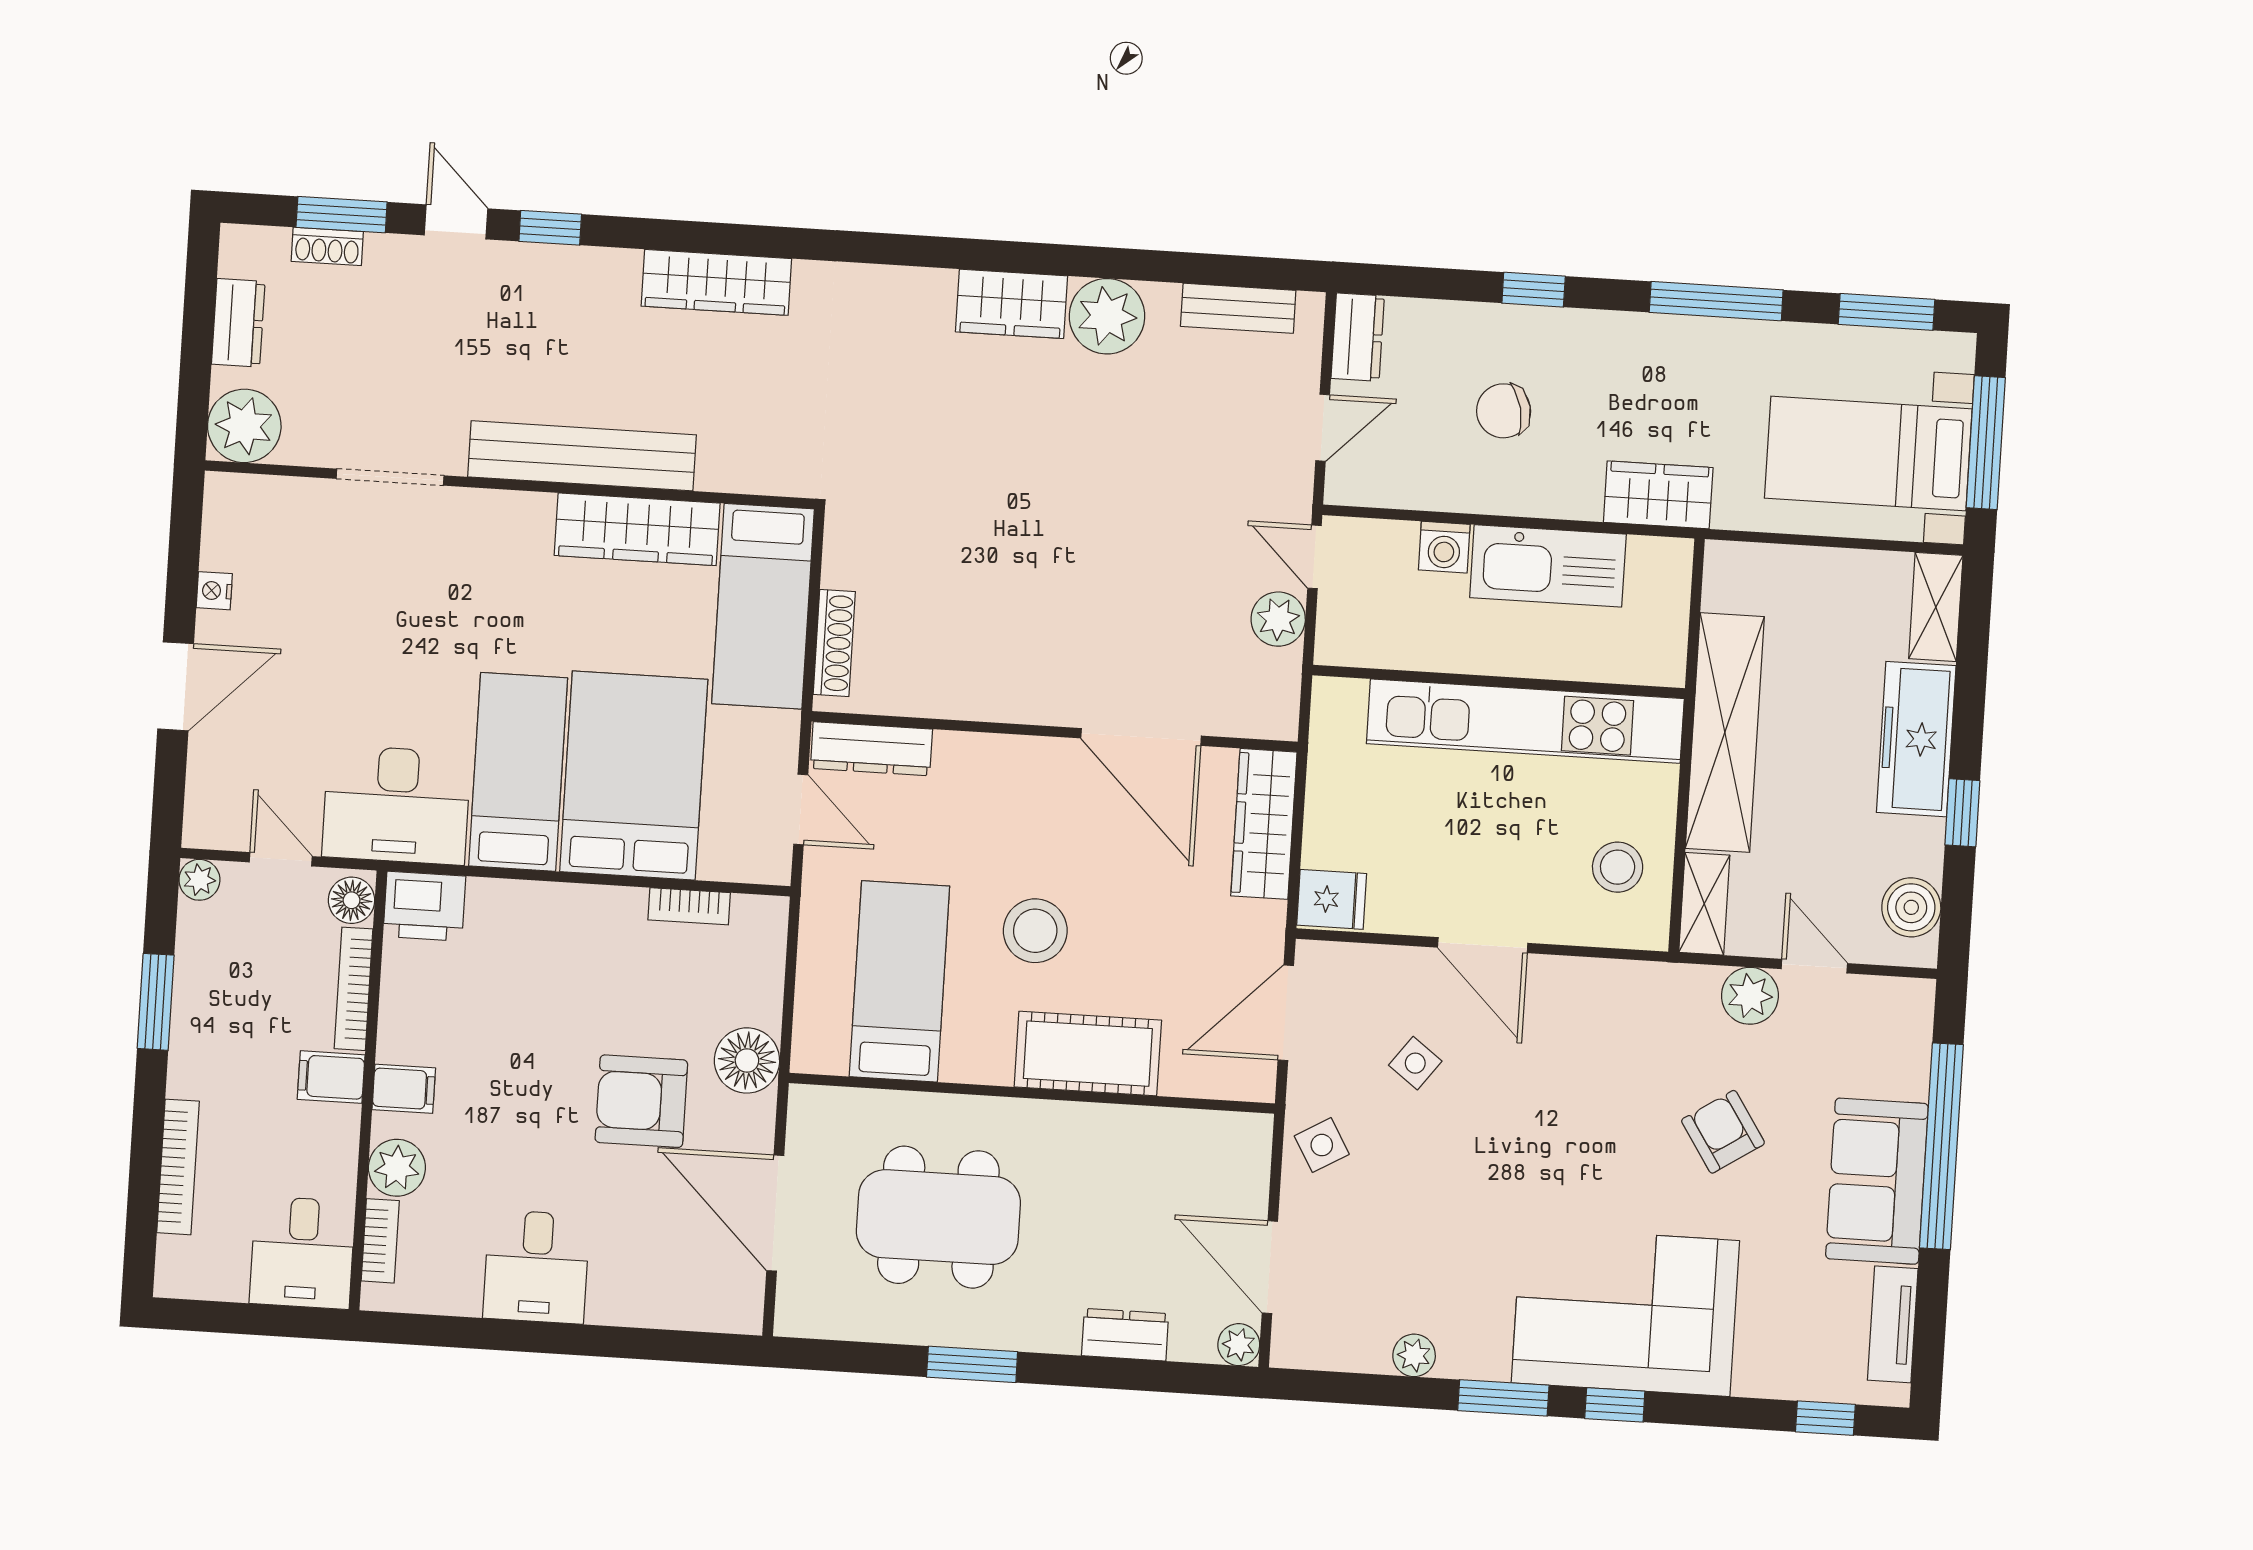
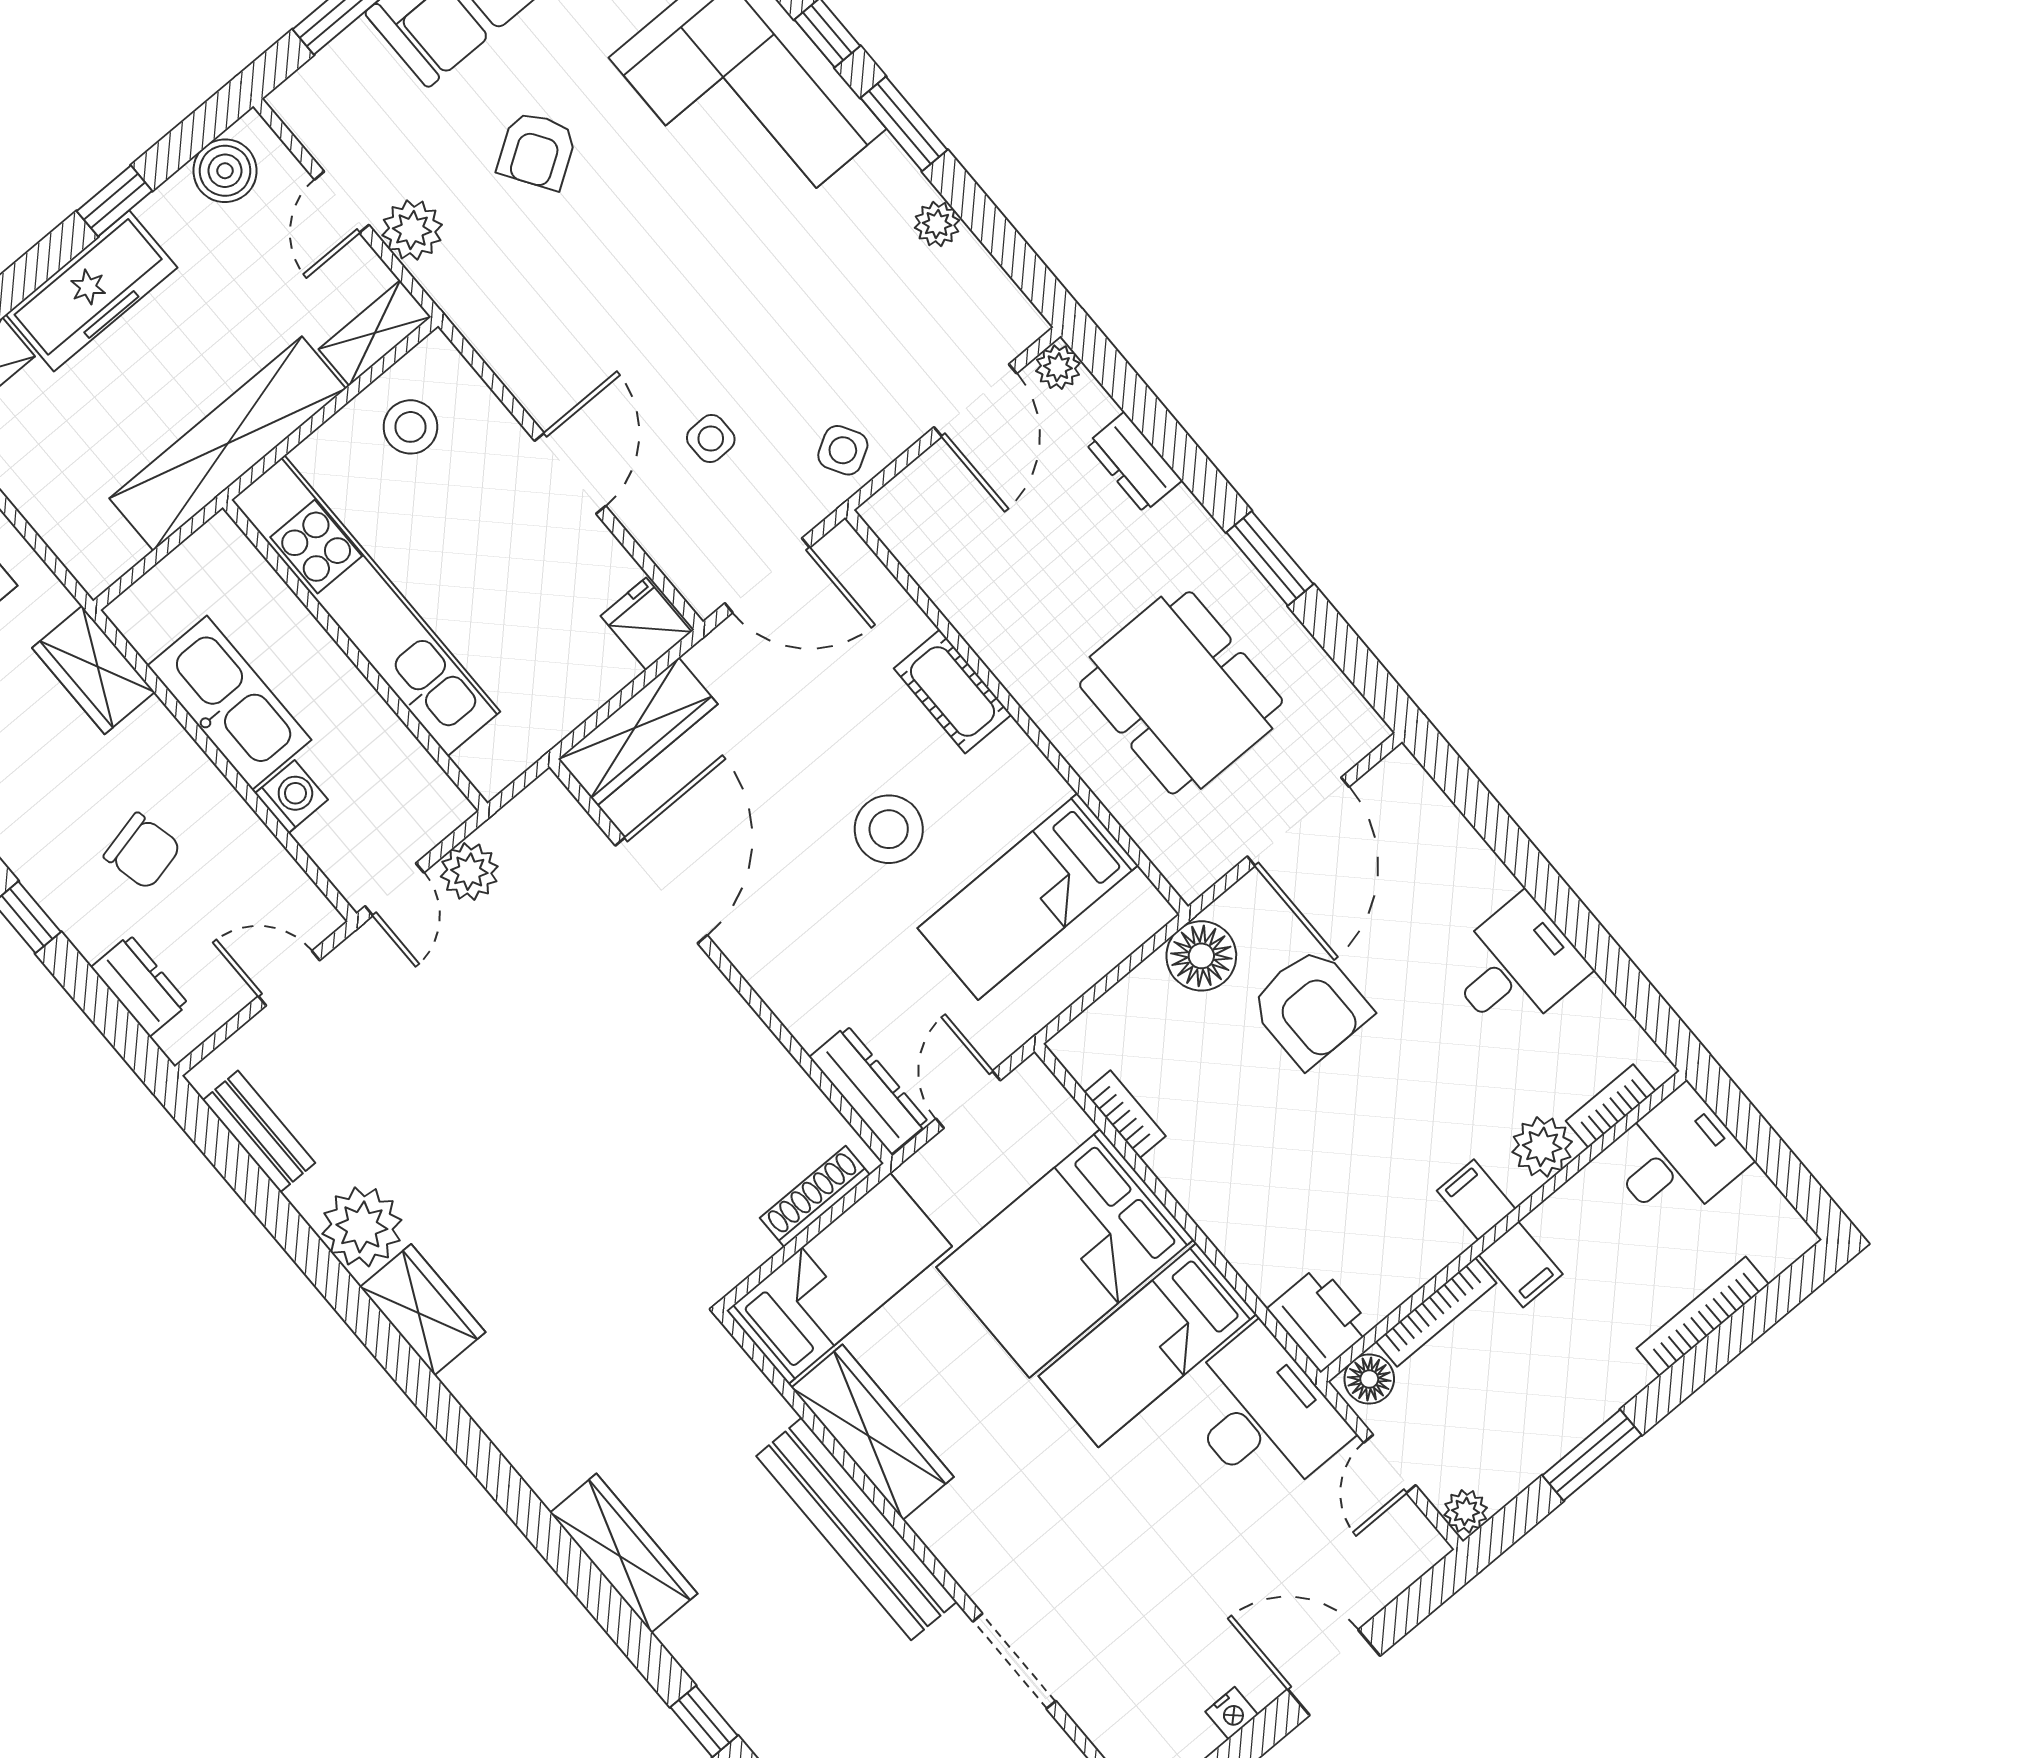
dresser: (1358, 337) -> (140, 986), moved, turned 90
cot: (1088, 1054) -> (953, 691), width x0.73, depth x0.75
side table: (1415, 1063) -> (711, 439), turned -38

